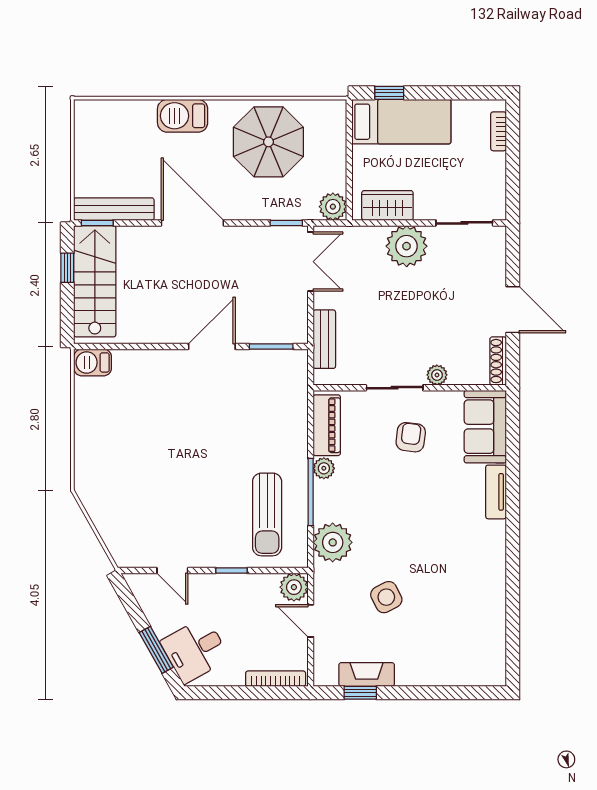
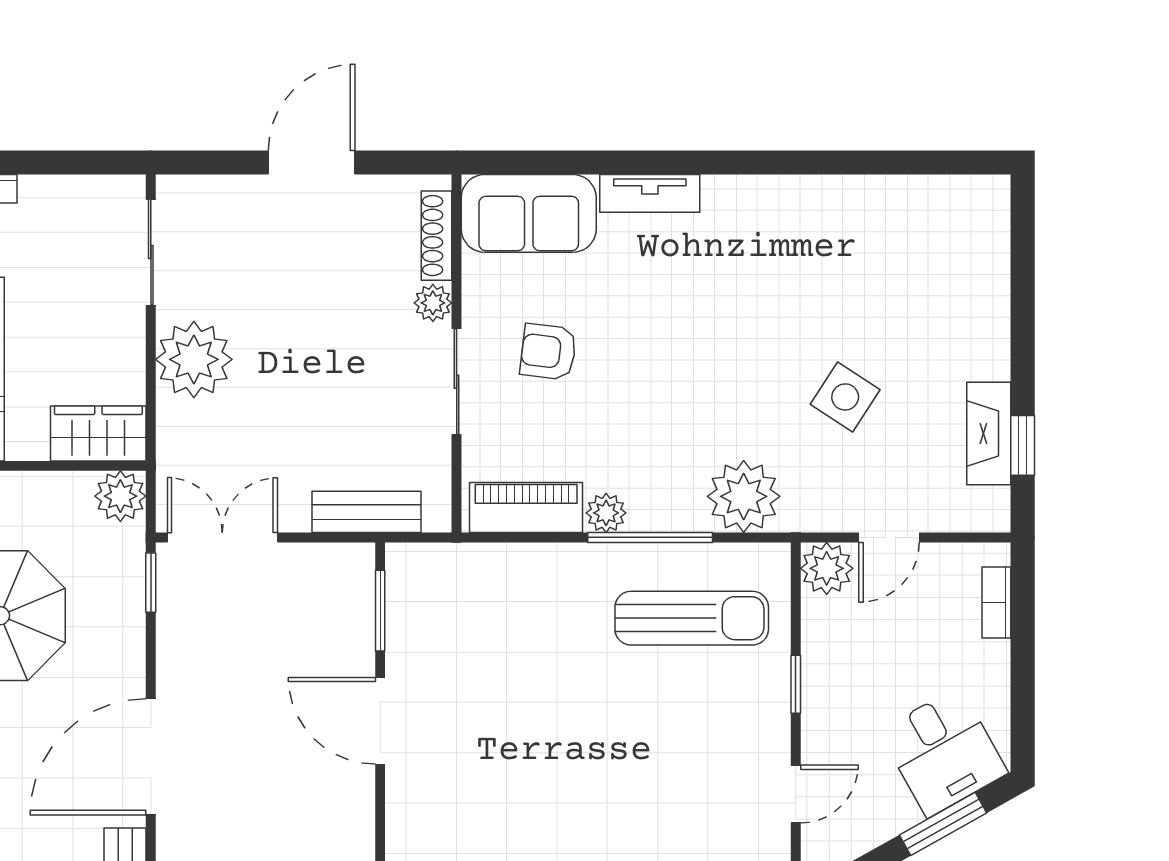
wardrobe: (387, 205) -> (98, 433), moved, turned 90
shoe rack: (498, 361) -> (437, 236), moved, turned 90
side table: (386, 597) -> (845, 397), turned -30
bookcase: (276, 679) -> (996, 602), width x0.64

